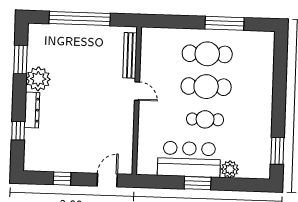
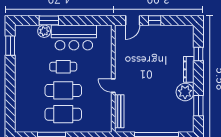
window: (62, 179) -> (155, 20), moved
window: (198, 183) -> (49, 20), moved

